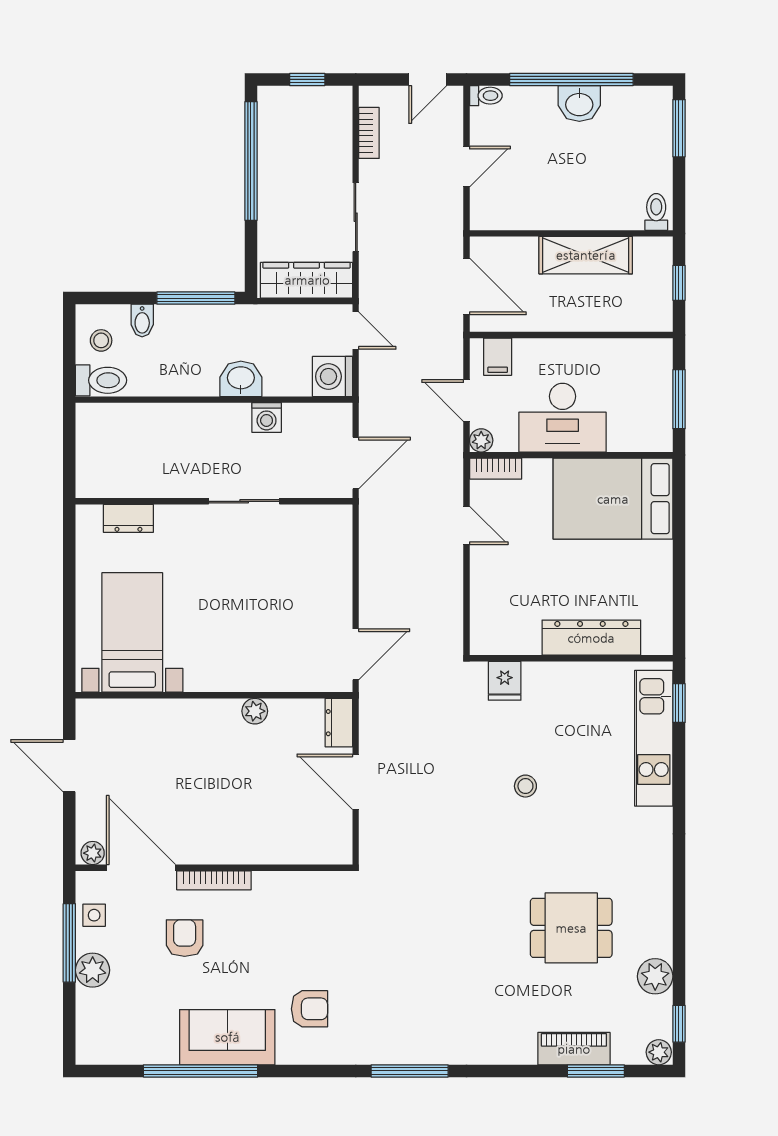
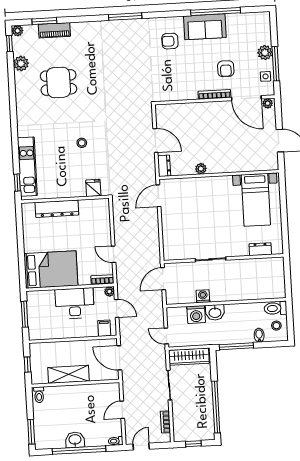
washing machine: (332, 376) -> (196, 314), moved, turned 90

